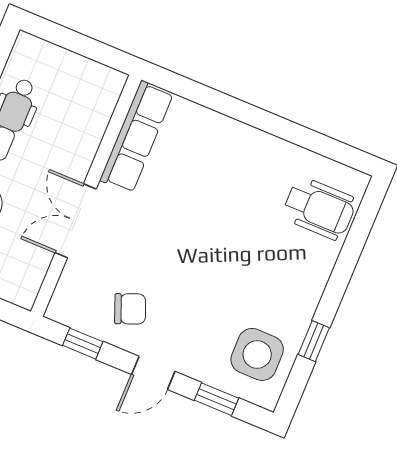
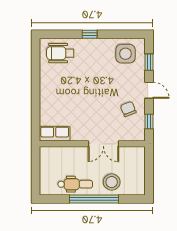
row of seats: (136, 137) -> (55, 134), width x0.68
wheelchair: (319, 208) -> (60, 53), turned -90
window: (314, 341) -> (90, 34), moved

